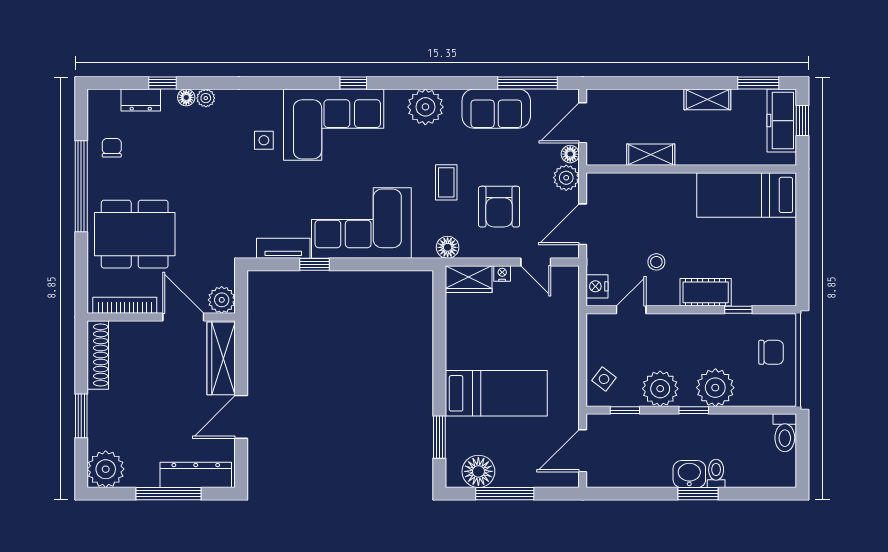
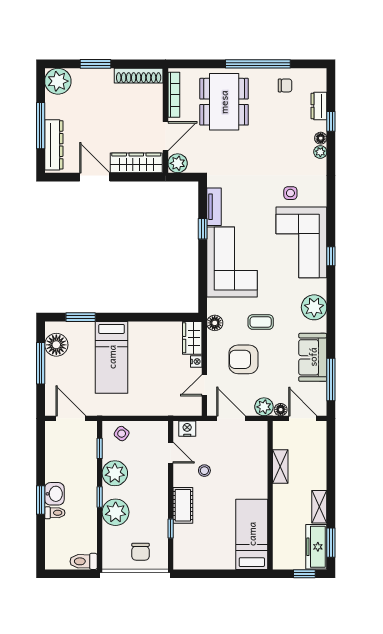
freezer: (782, 121) -> (316, 547), moved, turned -90

